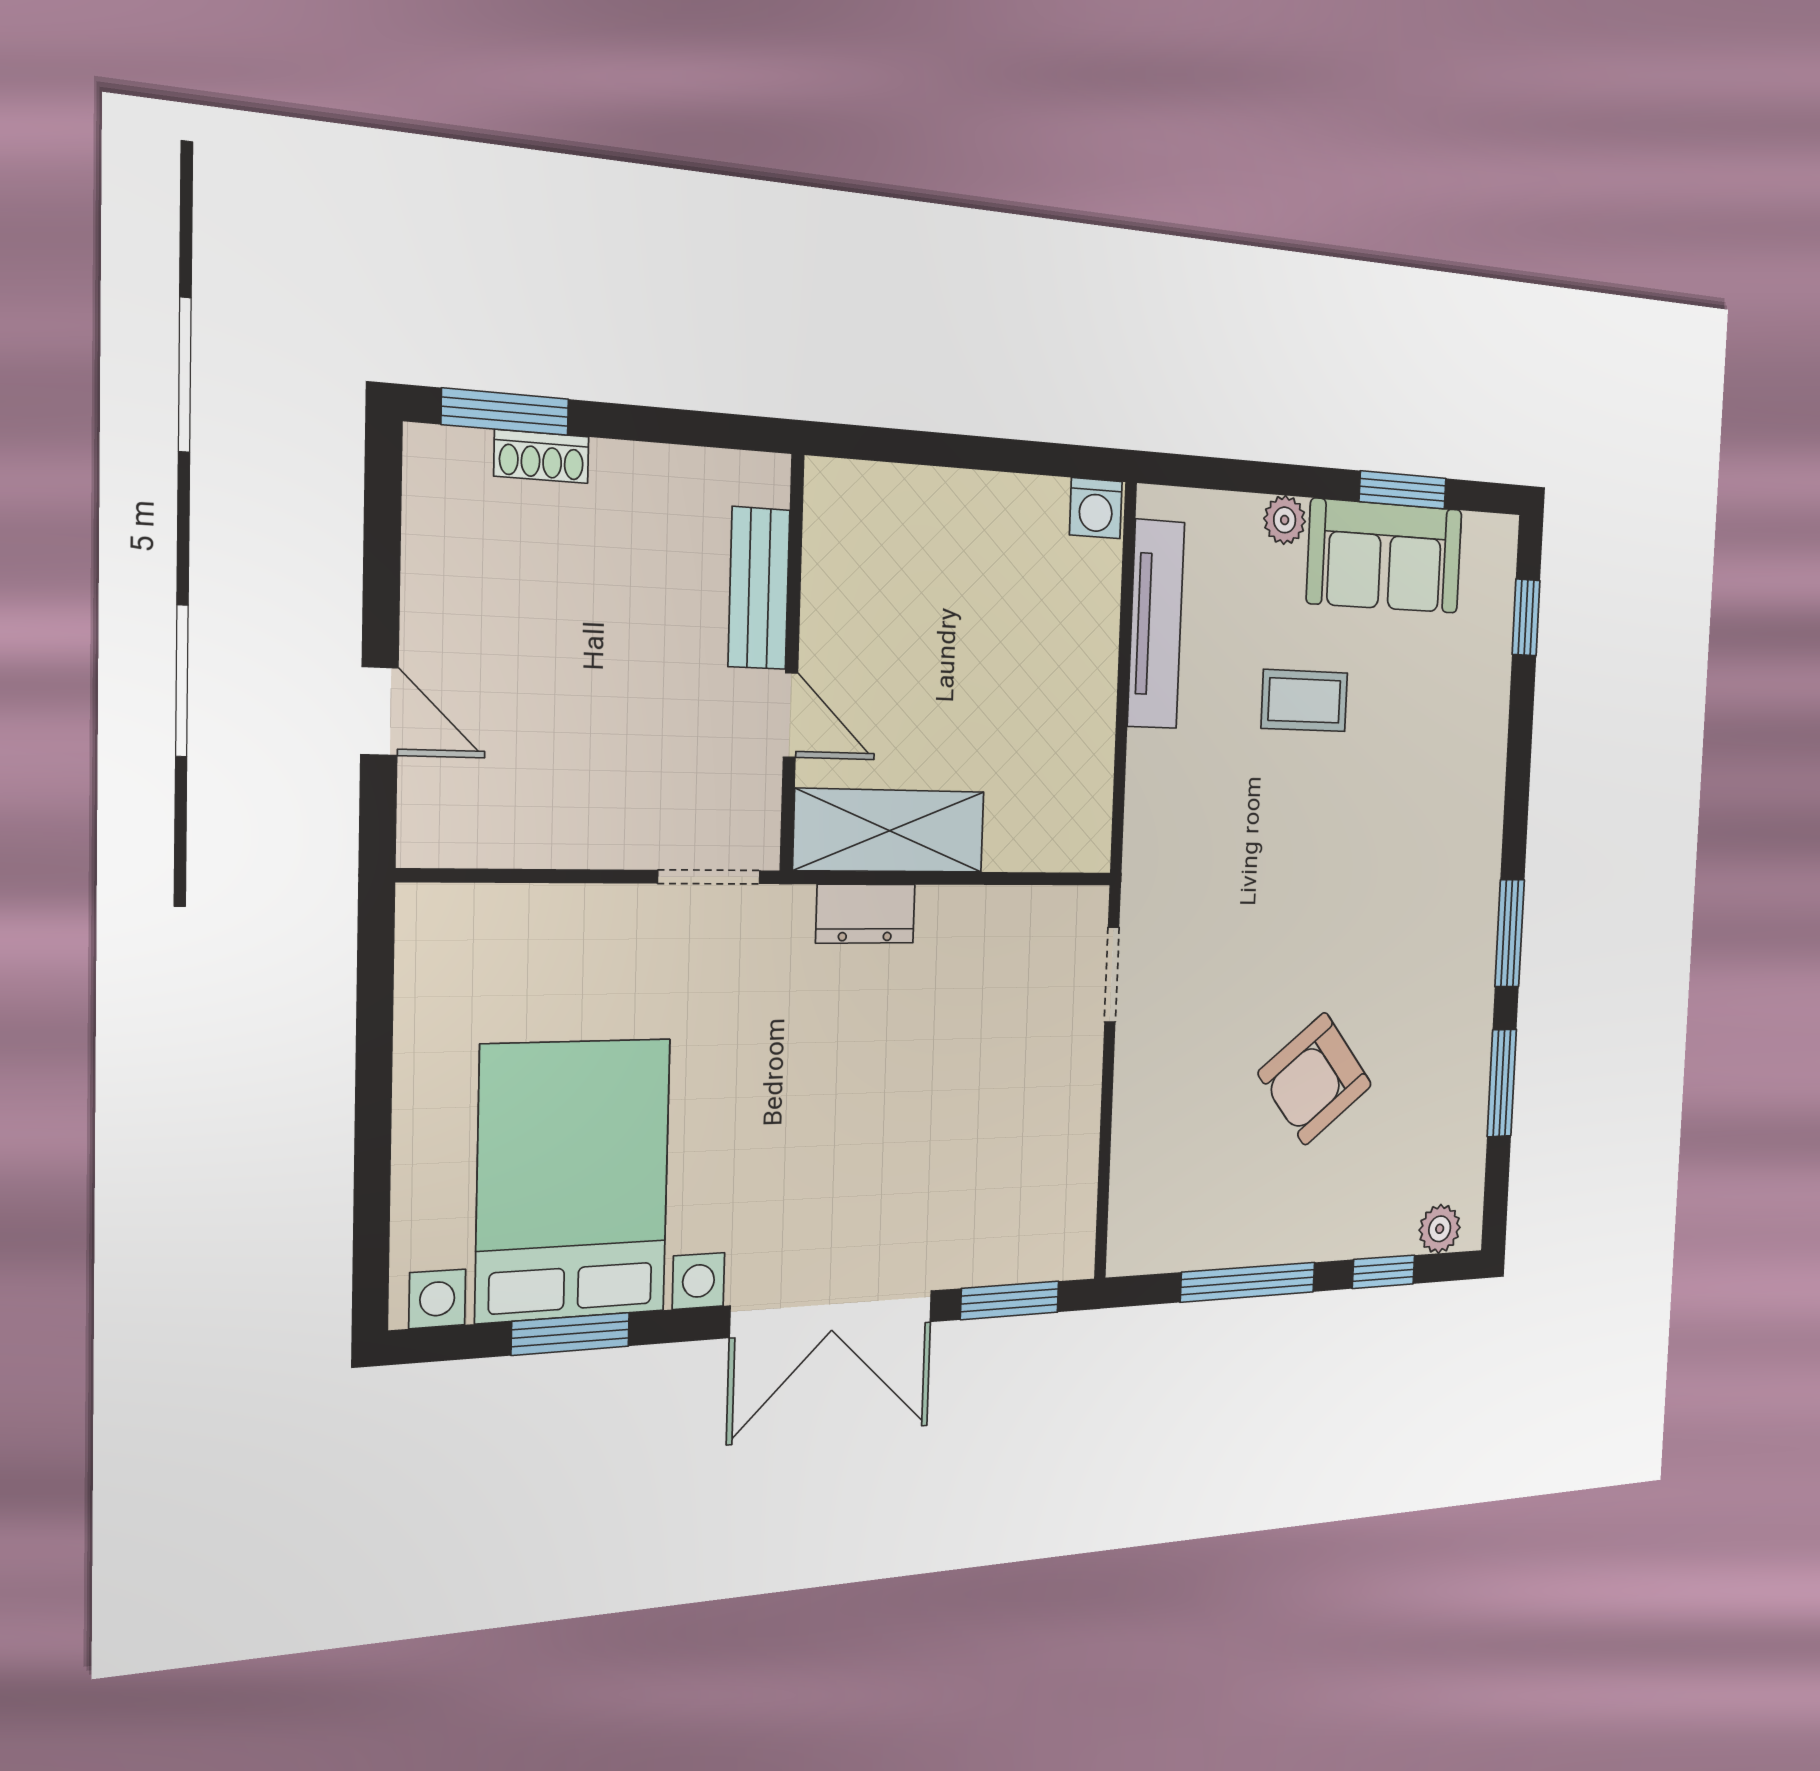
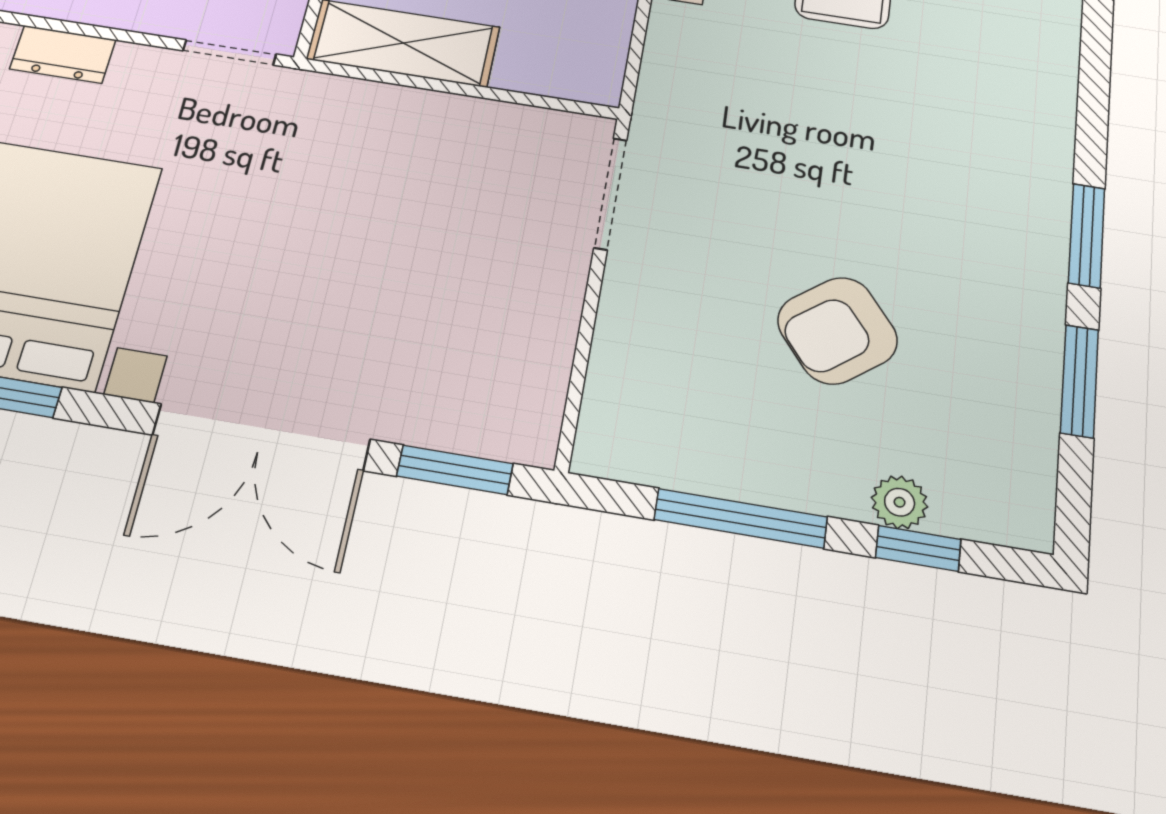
dresser: (866, 914) -> (63, 54), moved
doorway: (1112, 975) -> (610, 193), width x1.38
plant: (1440, 1229) -> (900, 502), moved

